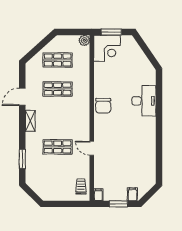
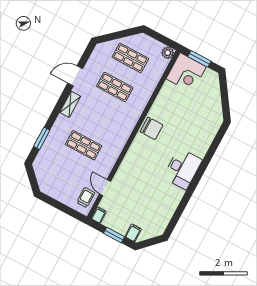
desk: (144, 101) -> (183, 169), moved
chair: (103, 106) -> (152, 128), turned -90
door: (92, 148) -> (105, 188), moved

